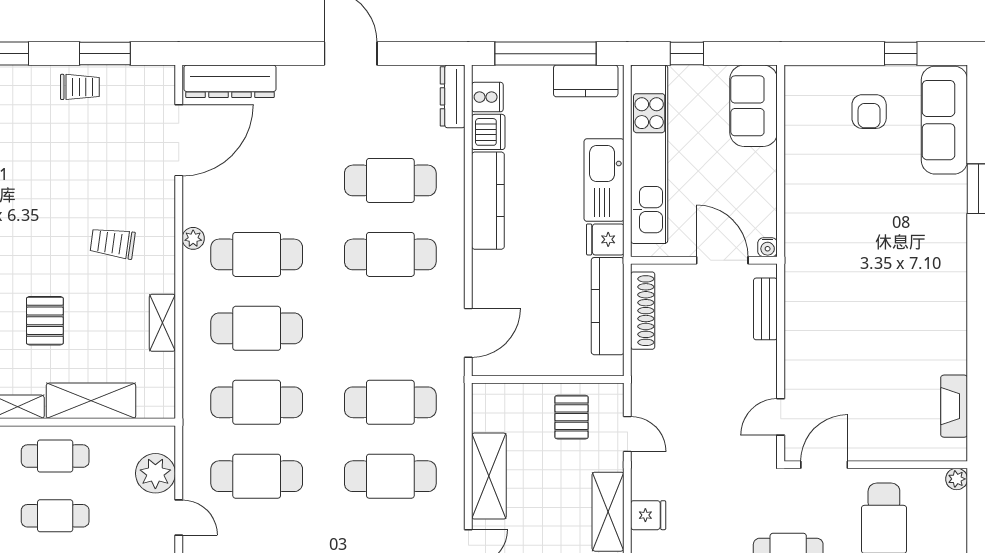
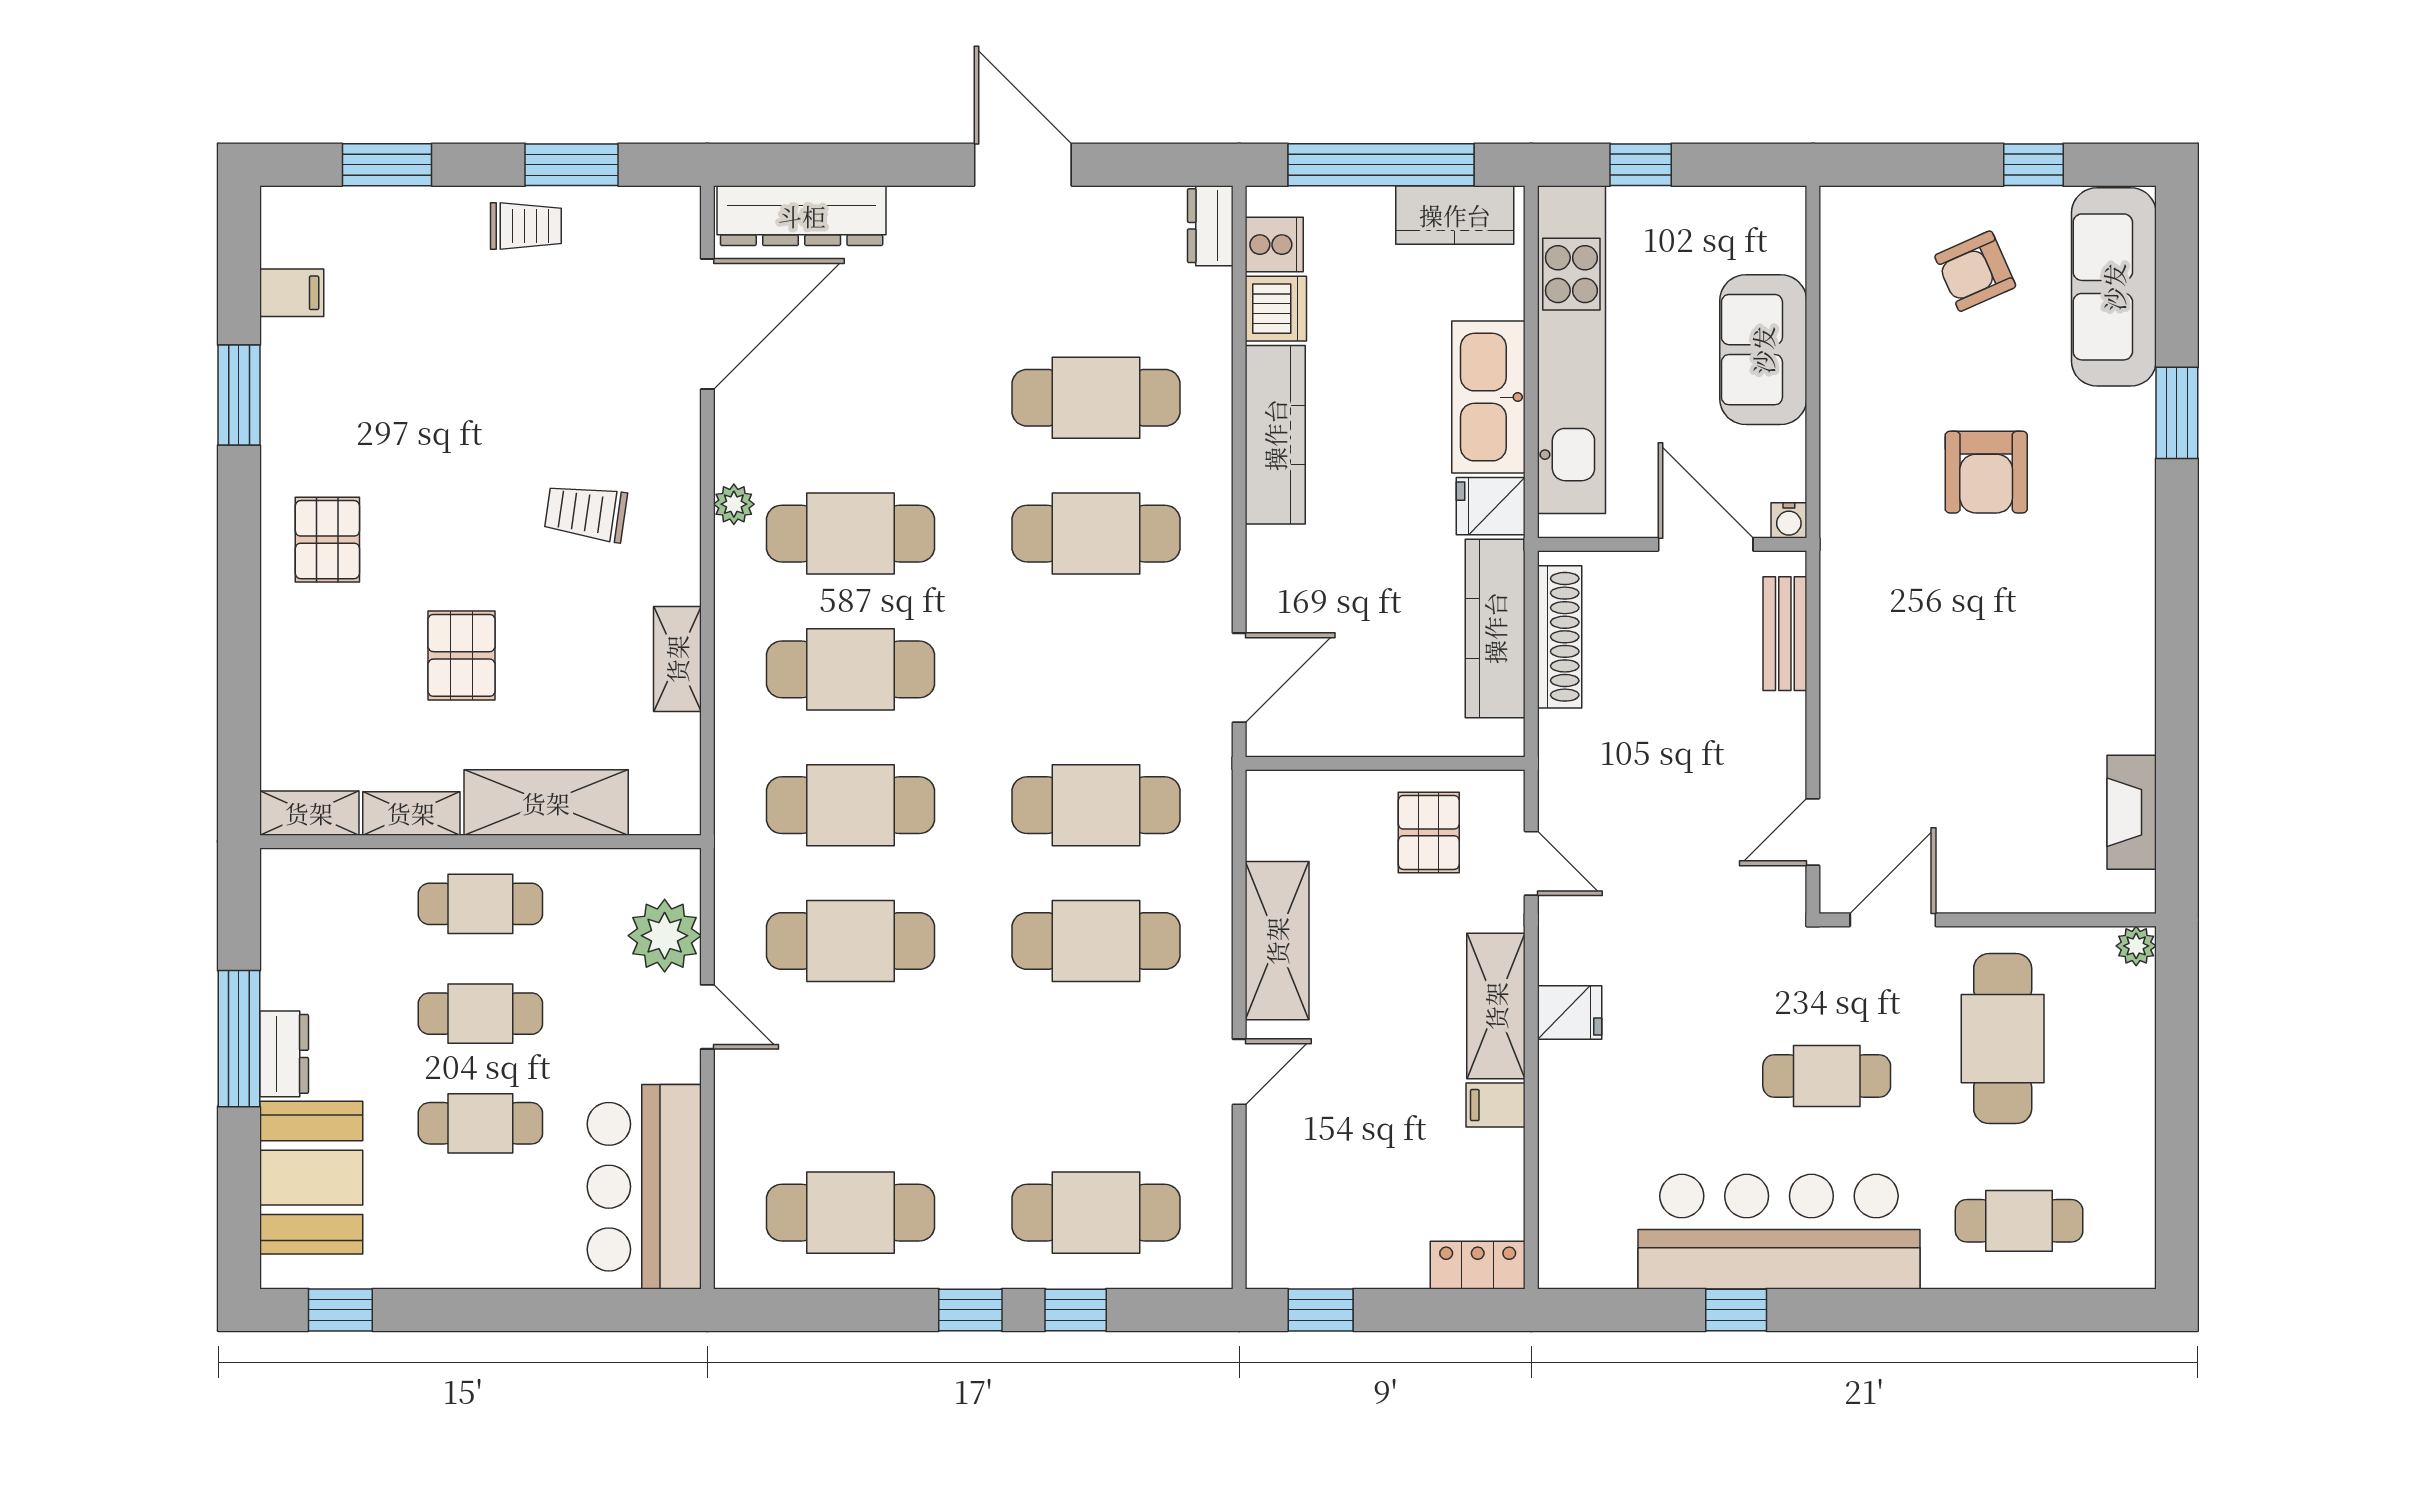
dresser: (453, 96) -> (1210, 226), width x0.70
sofa: (754, 106) -> (1763, 350), moved
armchair: (869, 112) -> (1975, 271), turned 66
armchair: (875, 221) -> (1986, 472), added

